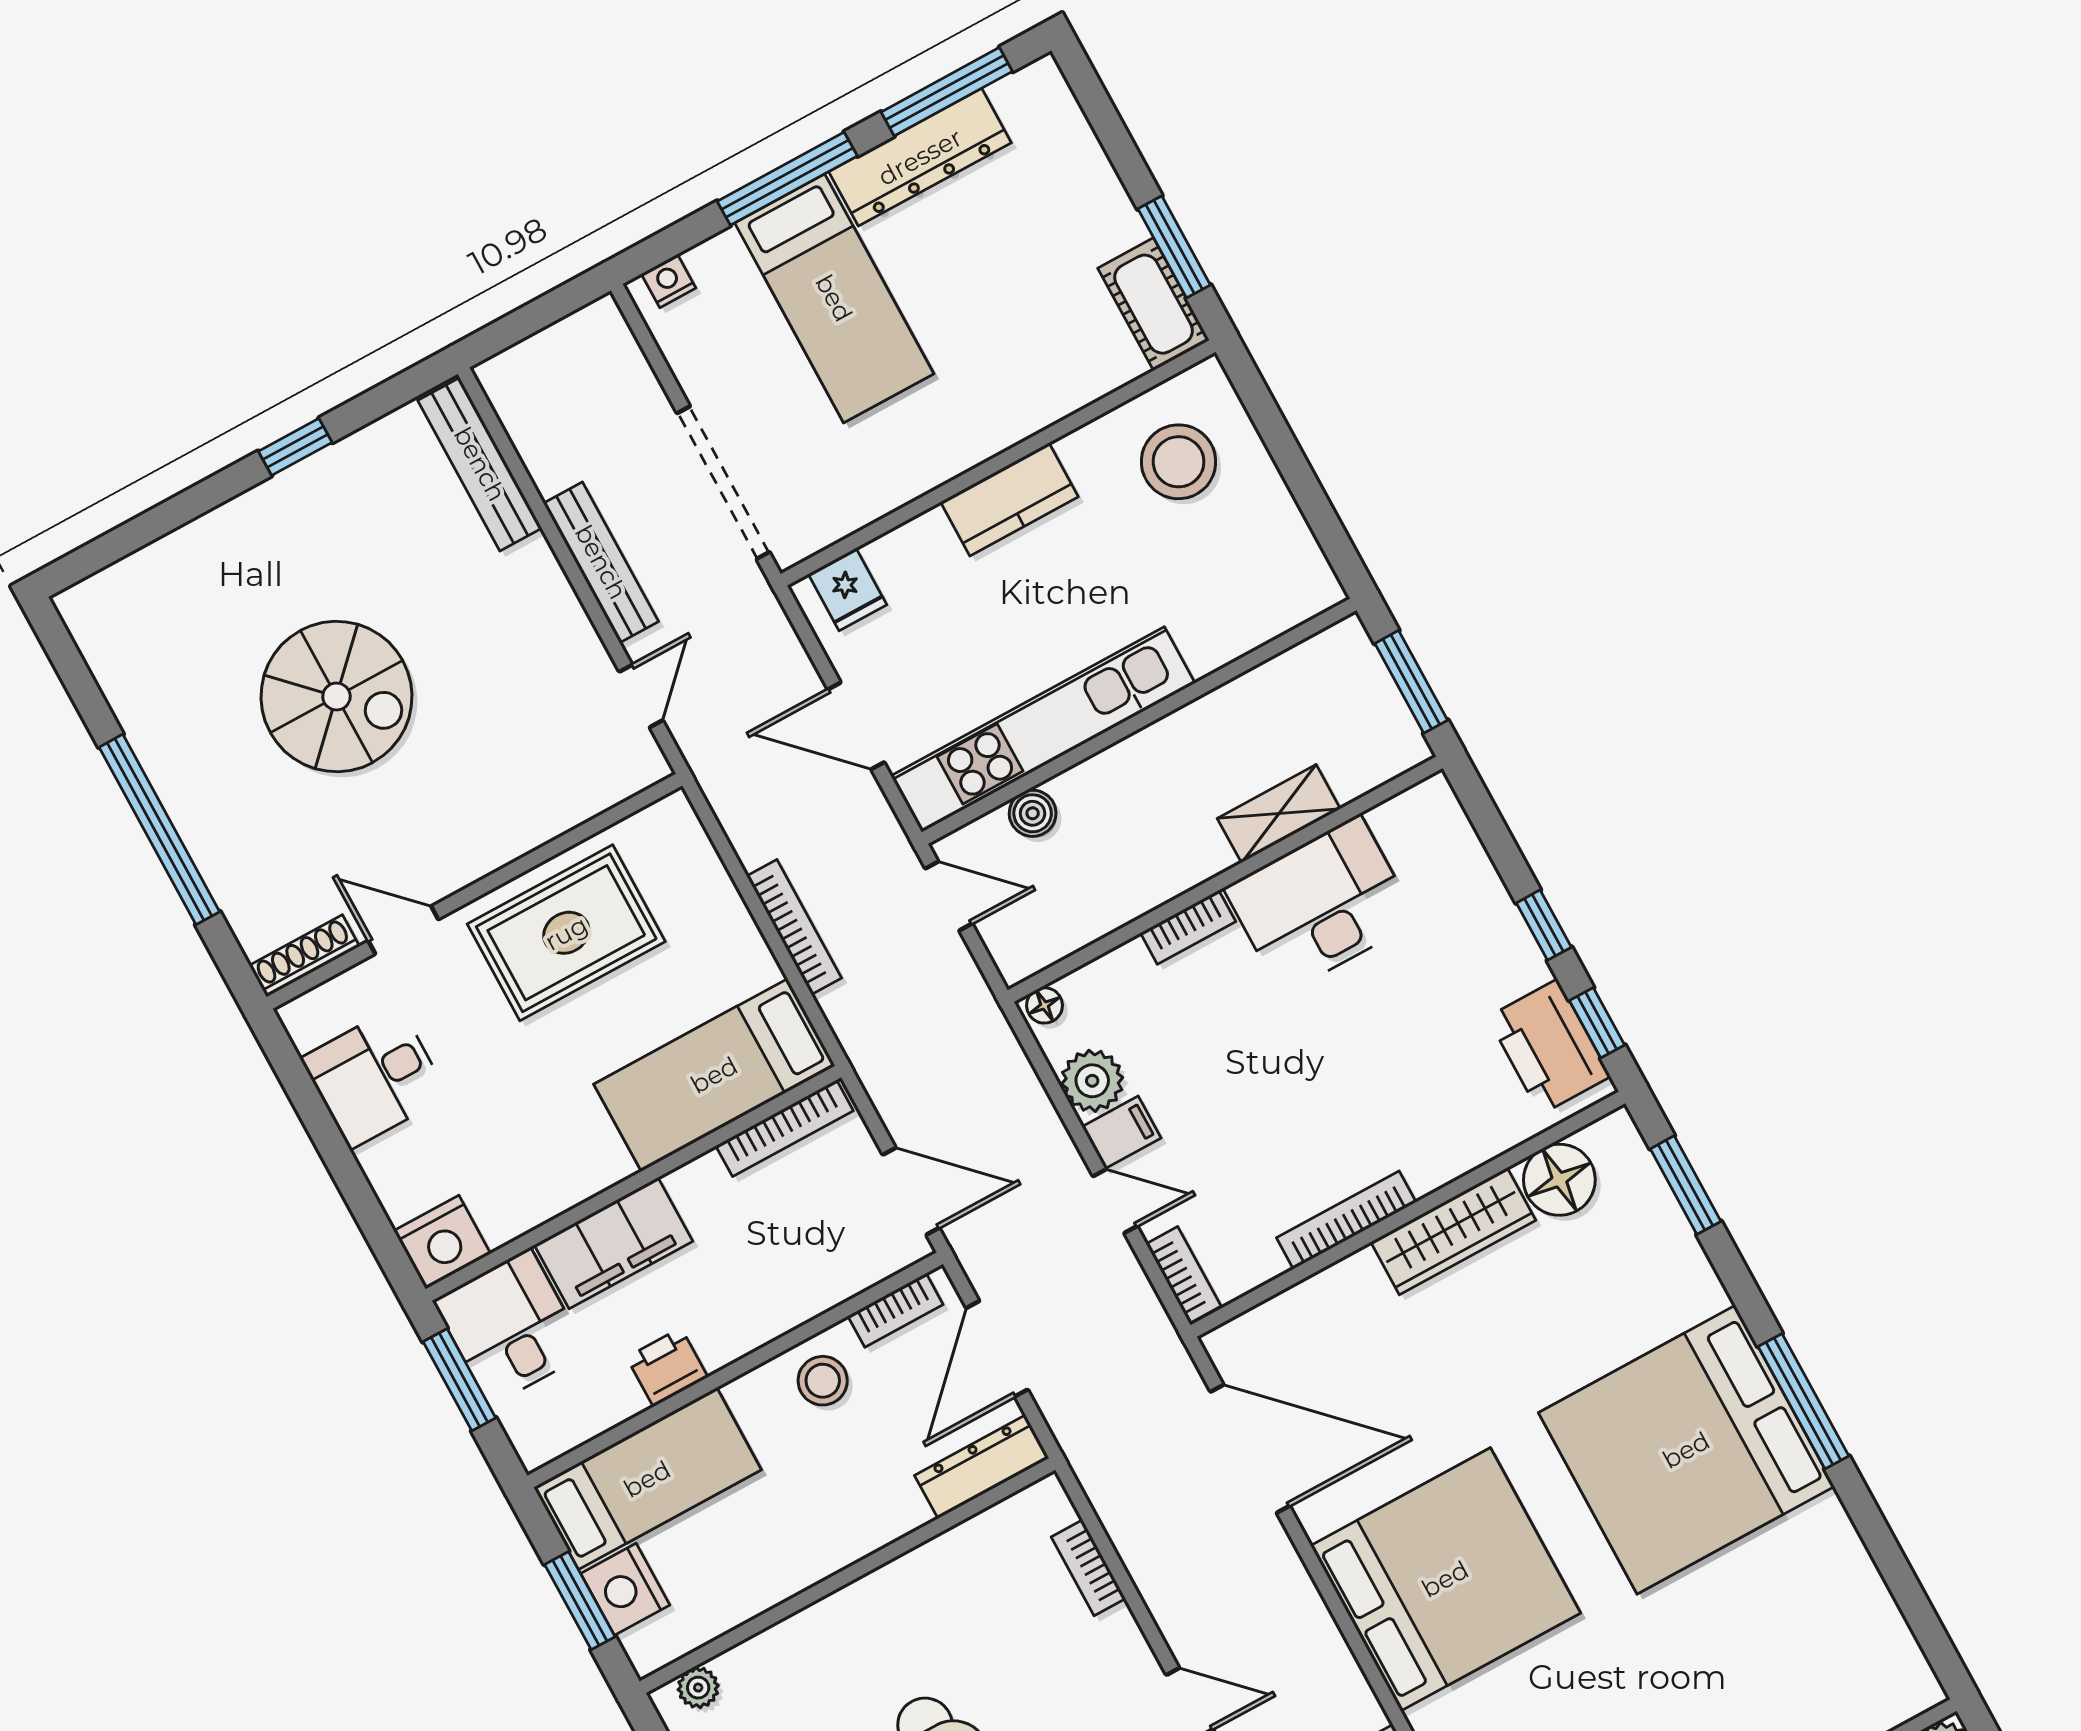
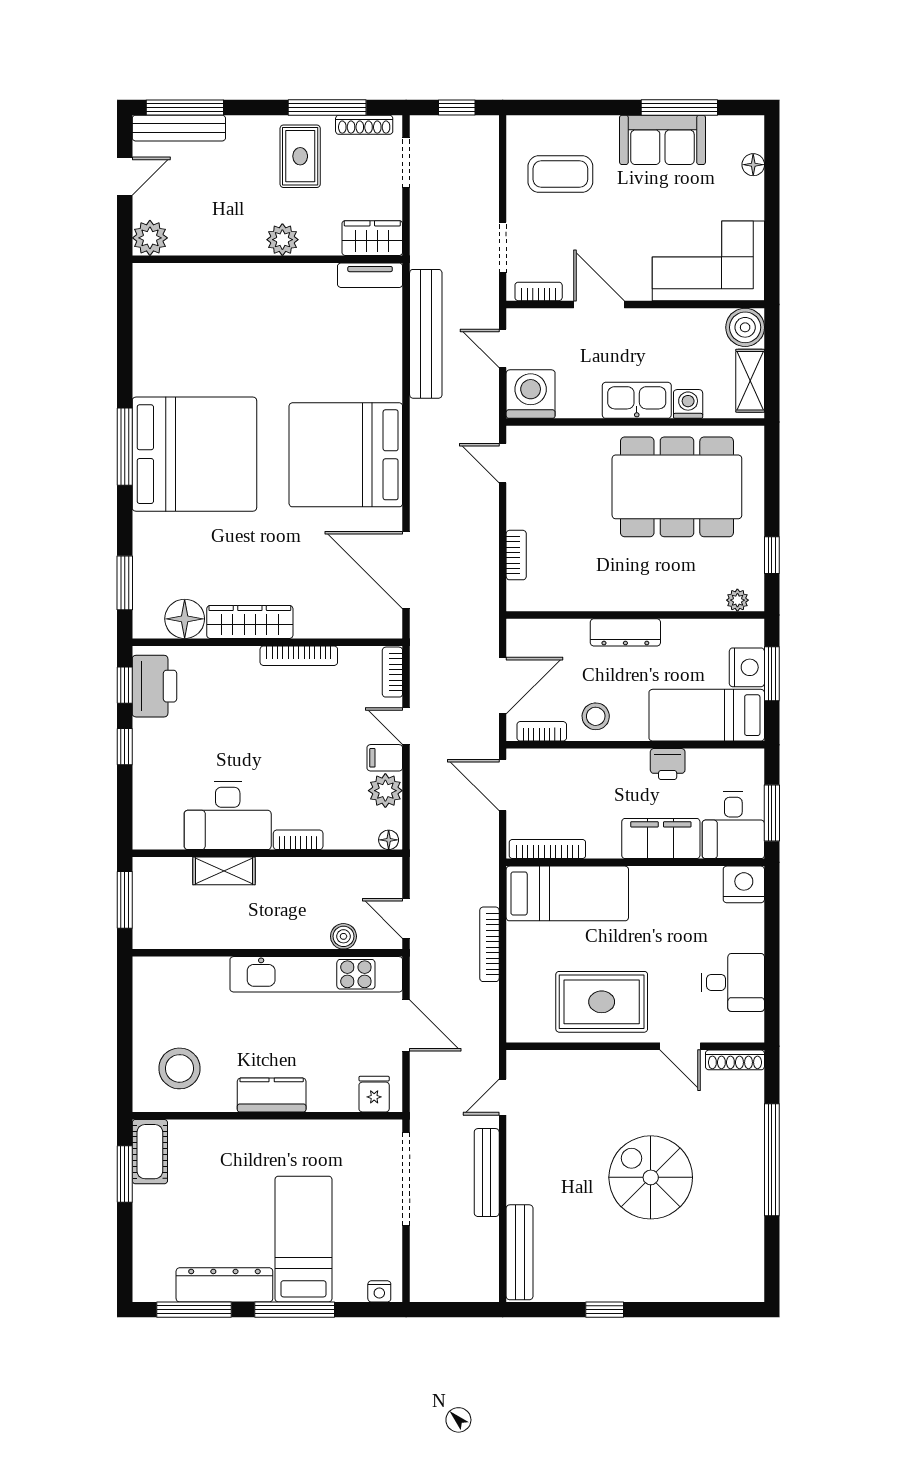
dresser: (982, 1467) -> (625, 632), moved

